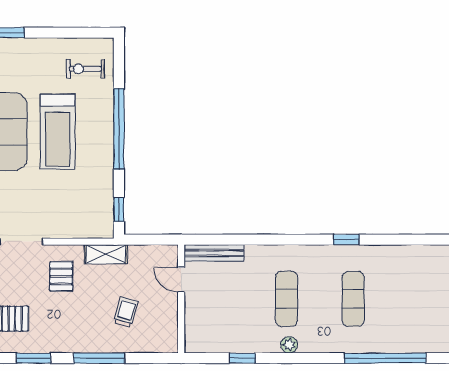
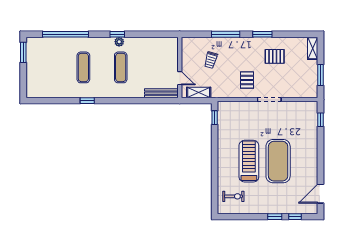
window: (119, 129) -> (215, 163), removed
shelving: (106, 254) -> (199, 92), moved
window: (242, 358) -> (117, 34), moved

